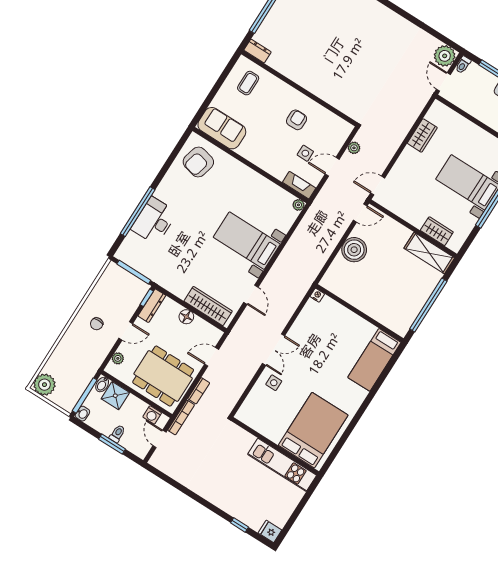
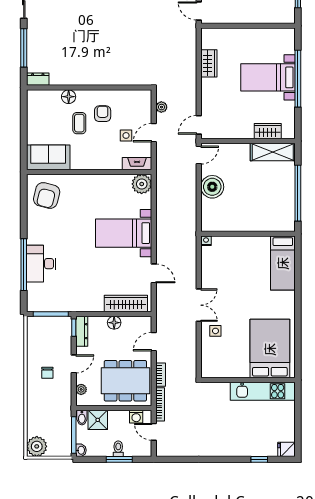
coffee table: (248, 83) -> (79, 123), moved
floor lamp: (275, 85) -> (69, 97), added
plant: (298, 205) -> (142, 184), width x1.87, depth x1.87

